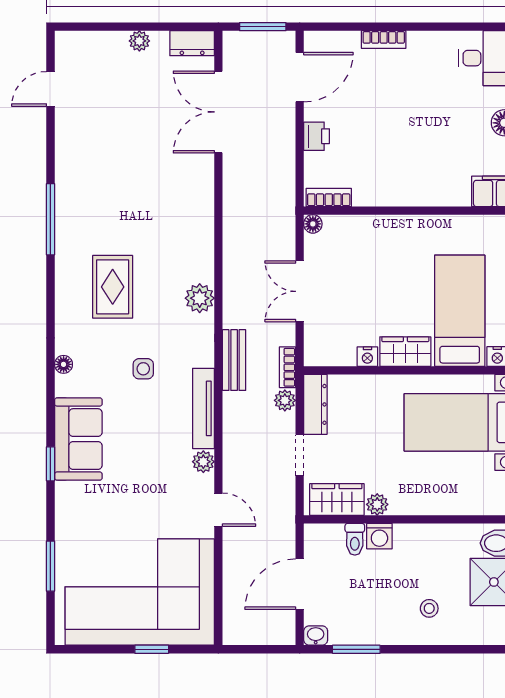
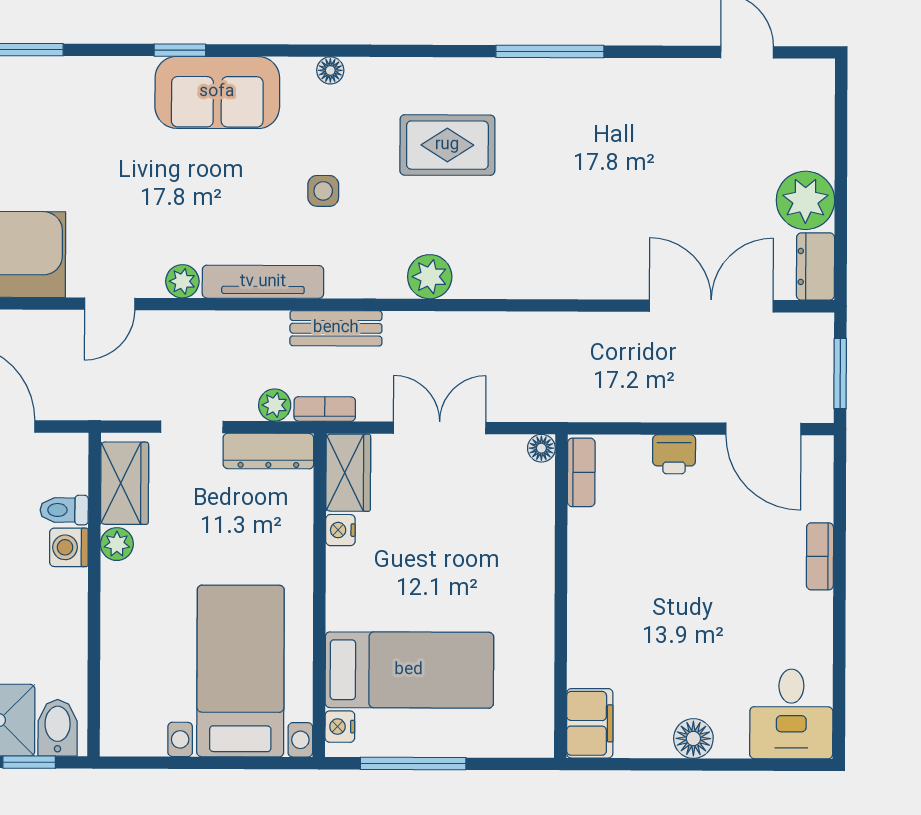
plant: (139, 41) -> (805, 200), width x1.88, depth x1.88
wardrobe: (405, 352) -> (348, 473), moved

